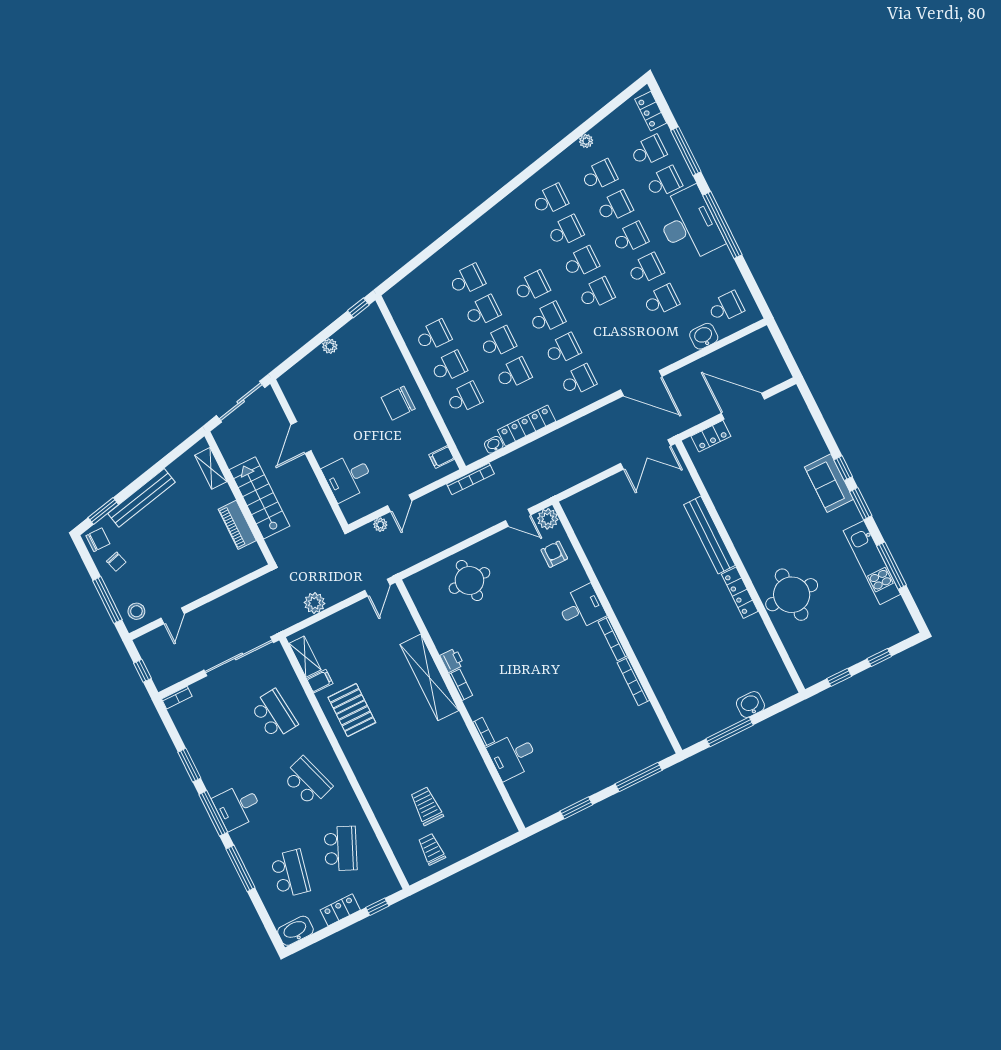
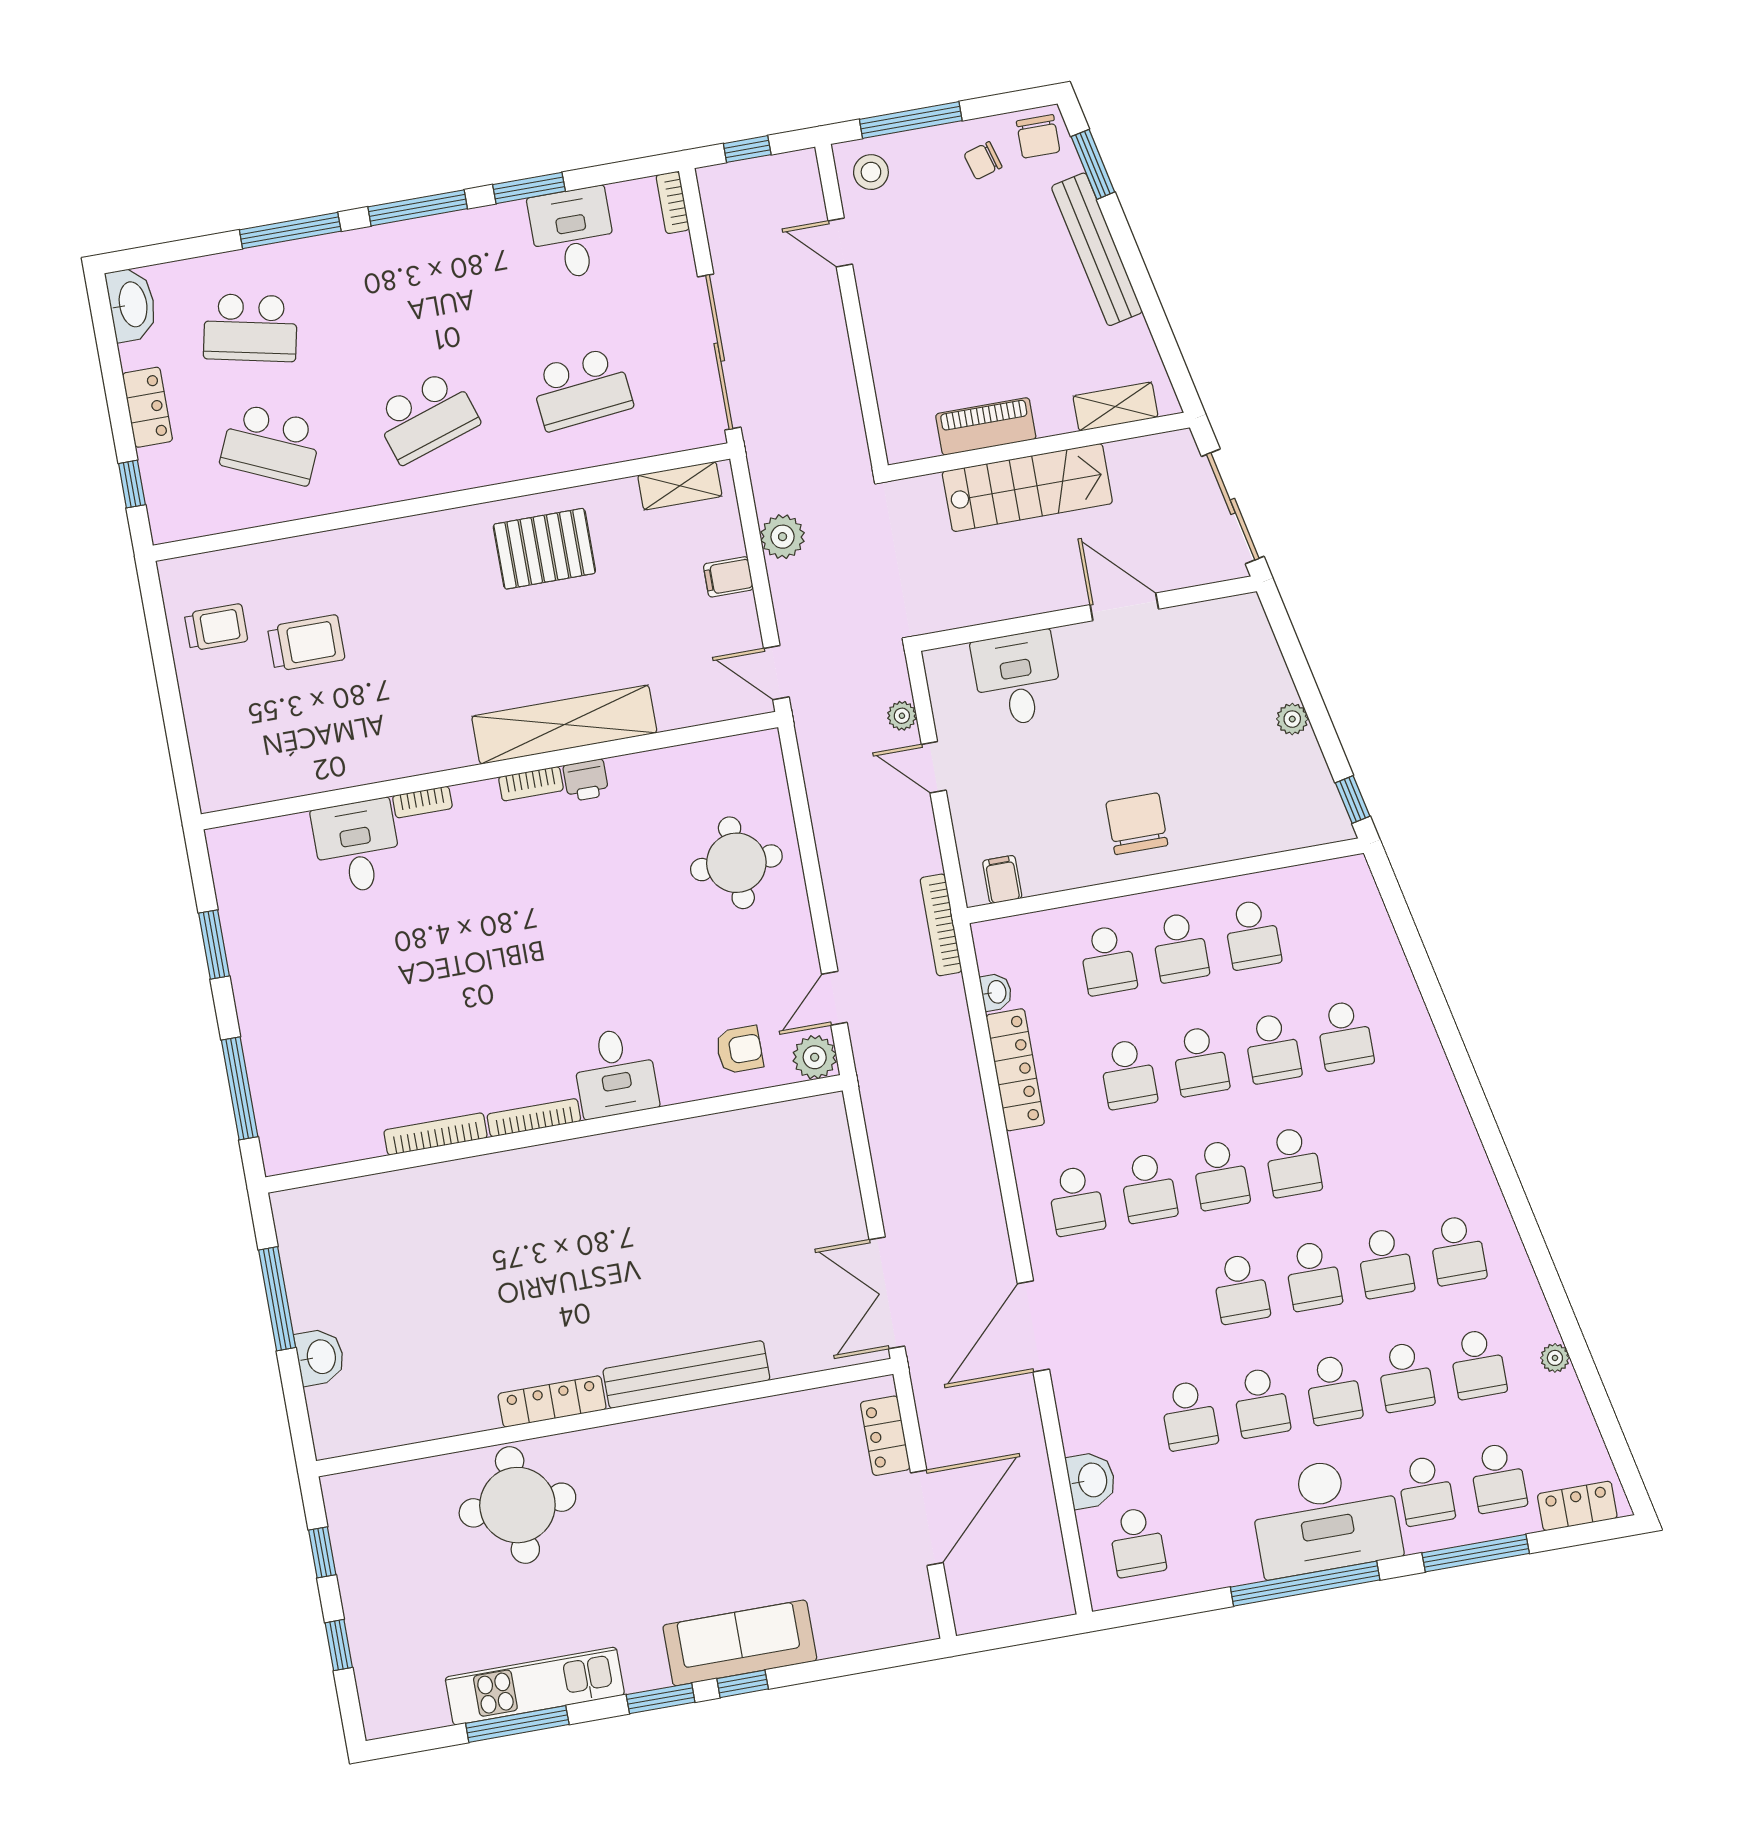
sofa: (829, 483) -> (740, 1643), width x1.36
filing cabinet: (320, 681) -> (728, 577), moved, turned 90
desk: (238, 806) -> (572, 233), moved

